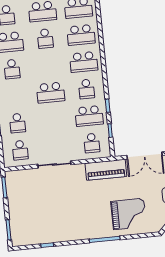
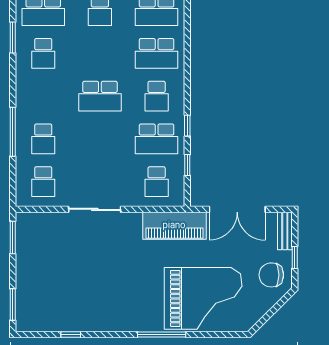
grand piano: (129, 214) -> (203, 298), width x1.37, depth x1.48

